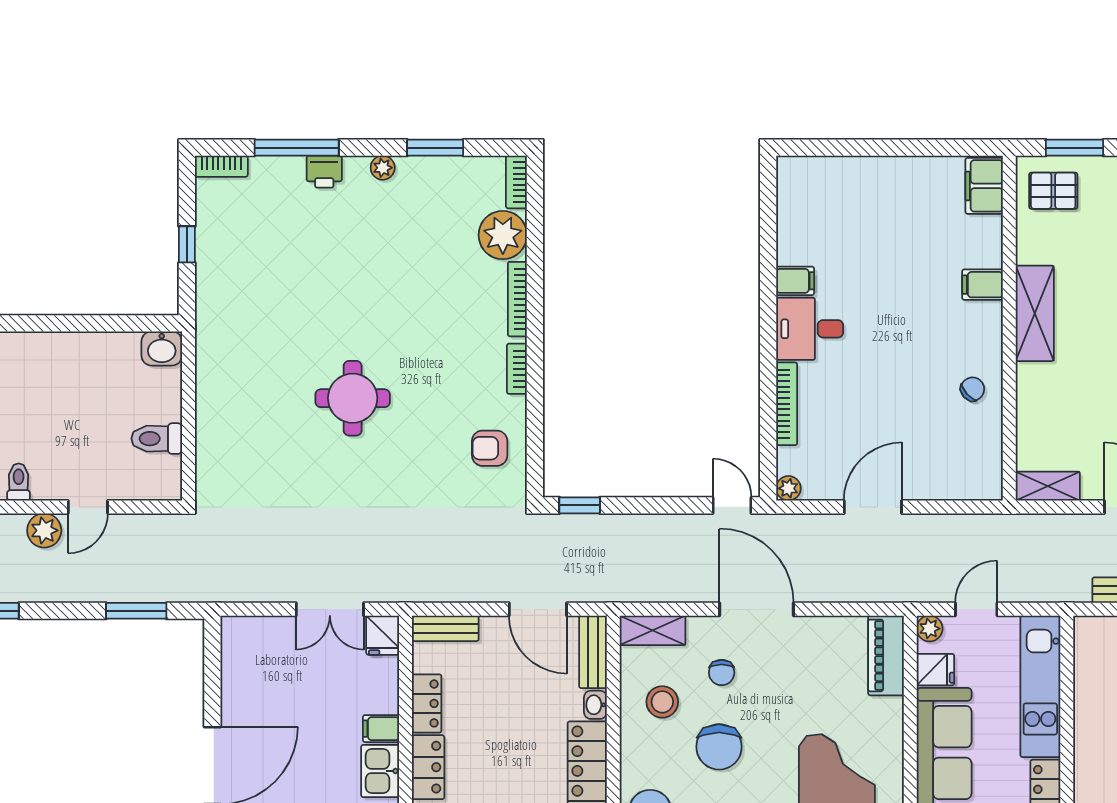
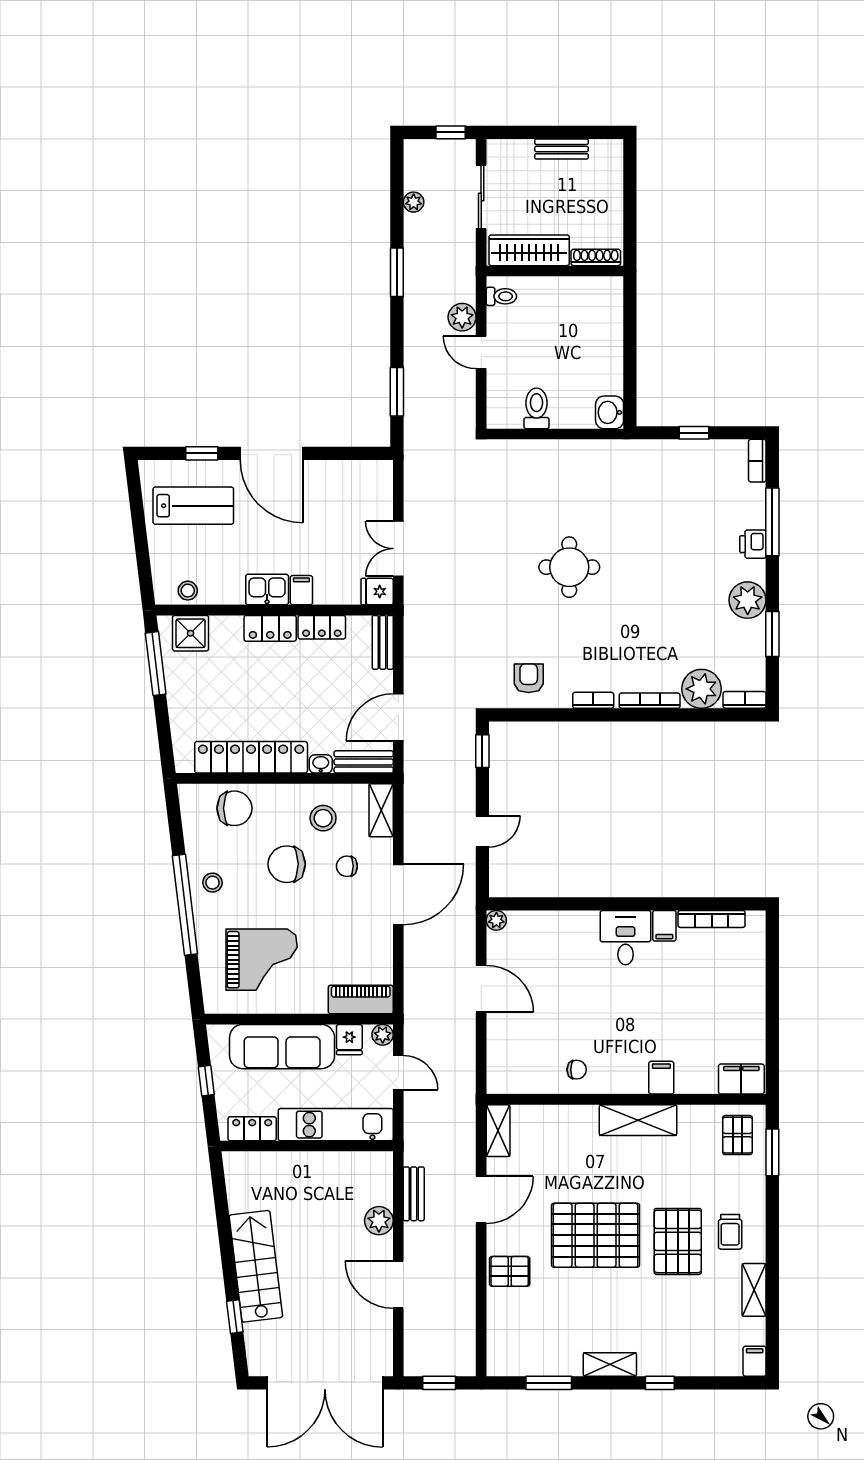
plant: (383, 168) -> (748, 600), width x1.87, depth x1.87
chair: (973, 389) -> (577, 1070), turned -48
bookcase: (787, 404) -> (712, 919), moved
door: (732, 505) -> (482, 831), moved

